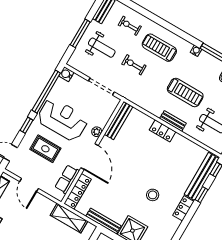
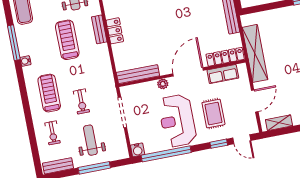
treadmill: (159, 48) -> (49, 93), turned 180
window: (26, 125) -> (219, 144), moved
shelving: (69, 218) -> (255, 53), width x1.47

